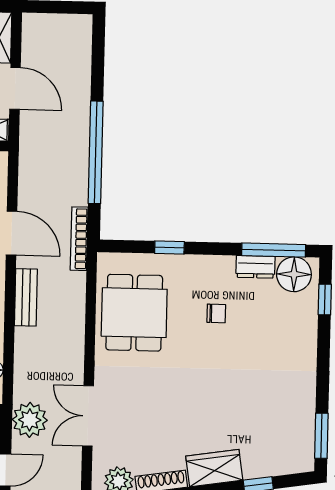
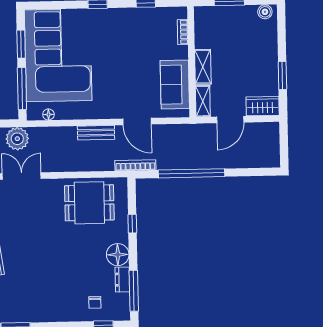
door: (12, 233) -> (137, 122), hinge flipped
floor lamp: (294, 274) -> (118, 255), moved
chair: (216, 313) -> (95, 302), moved

